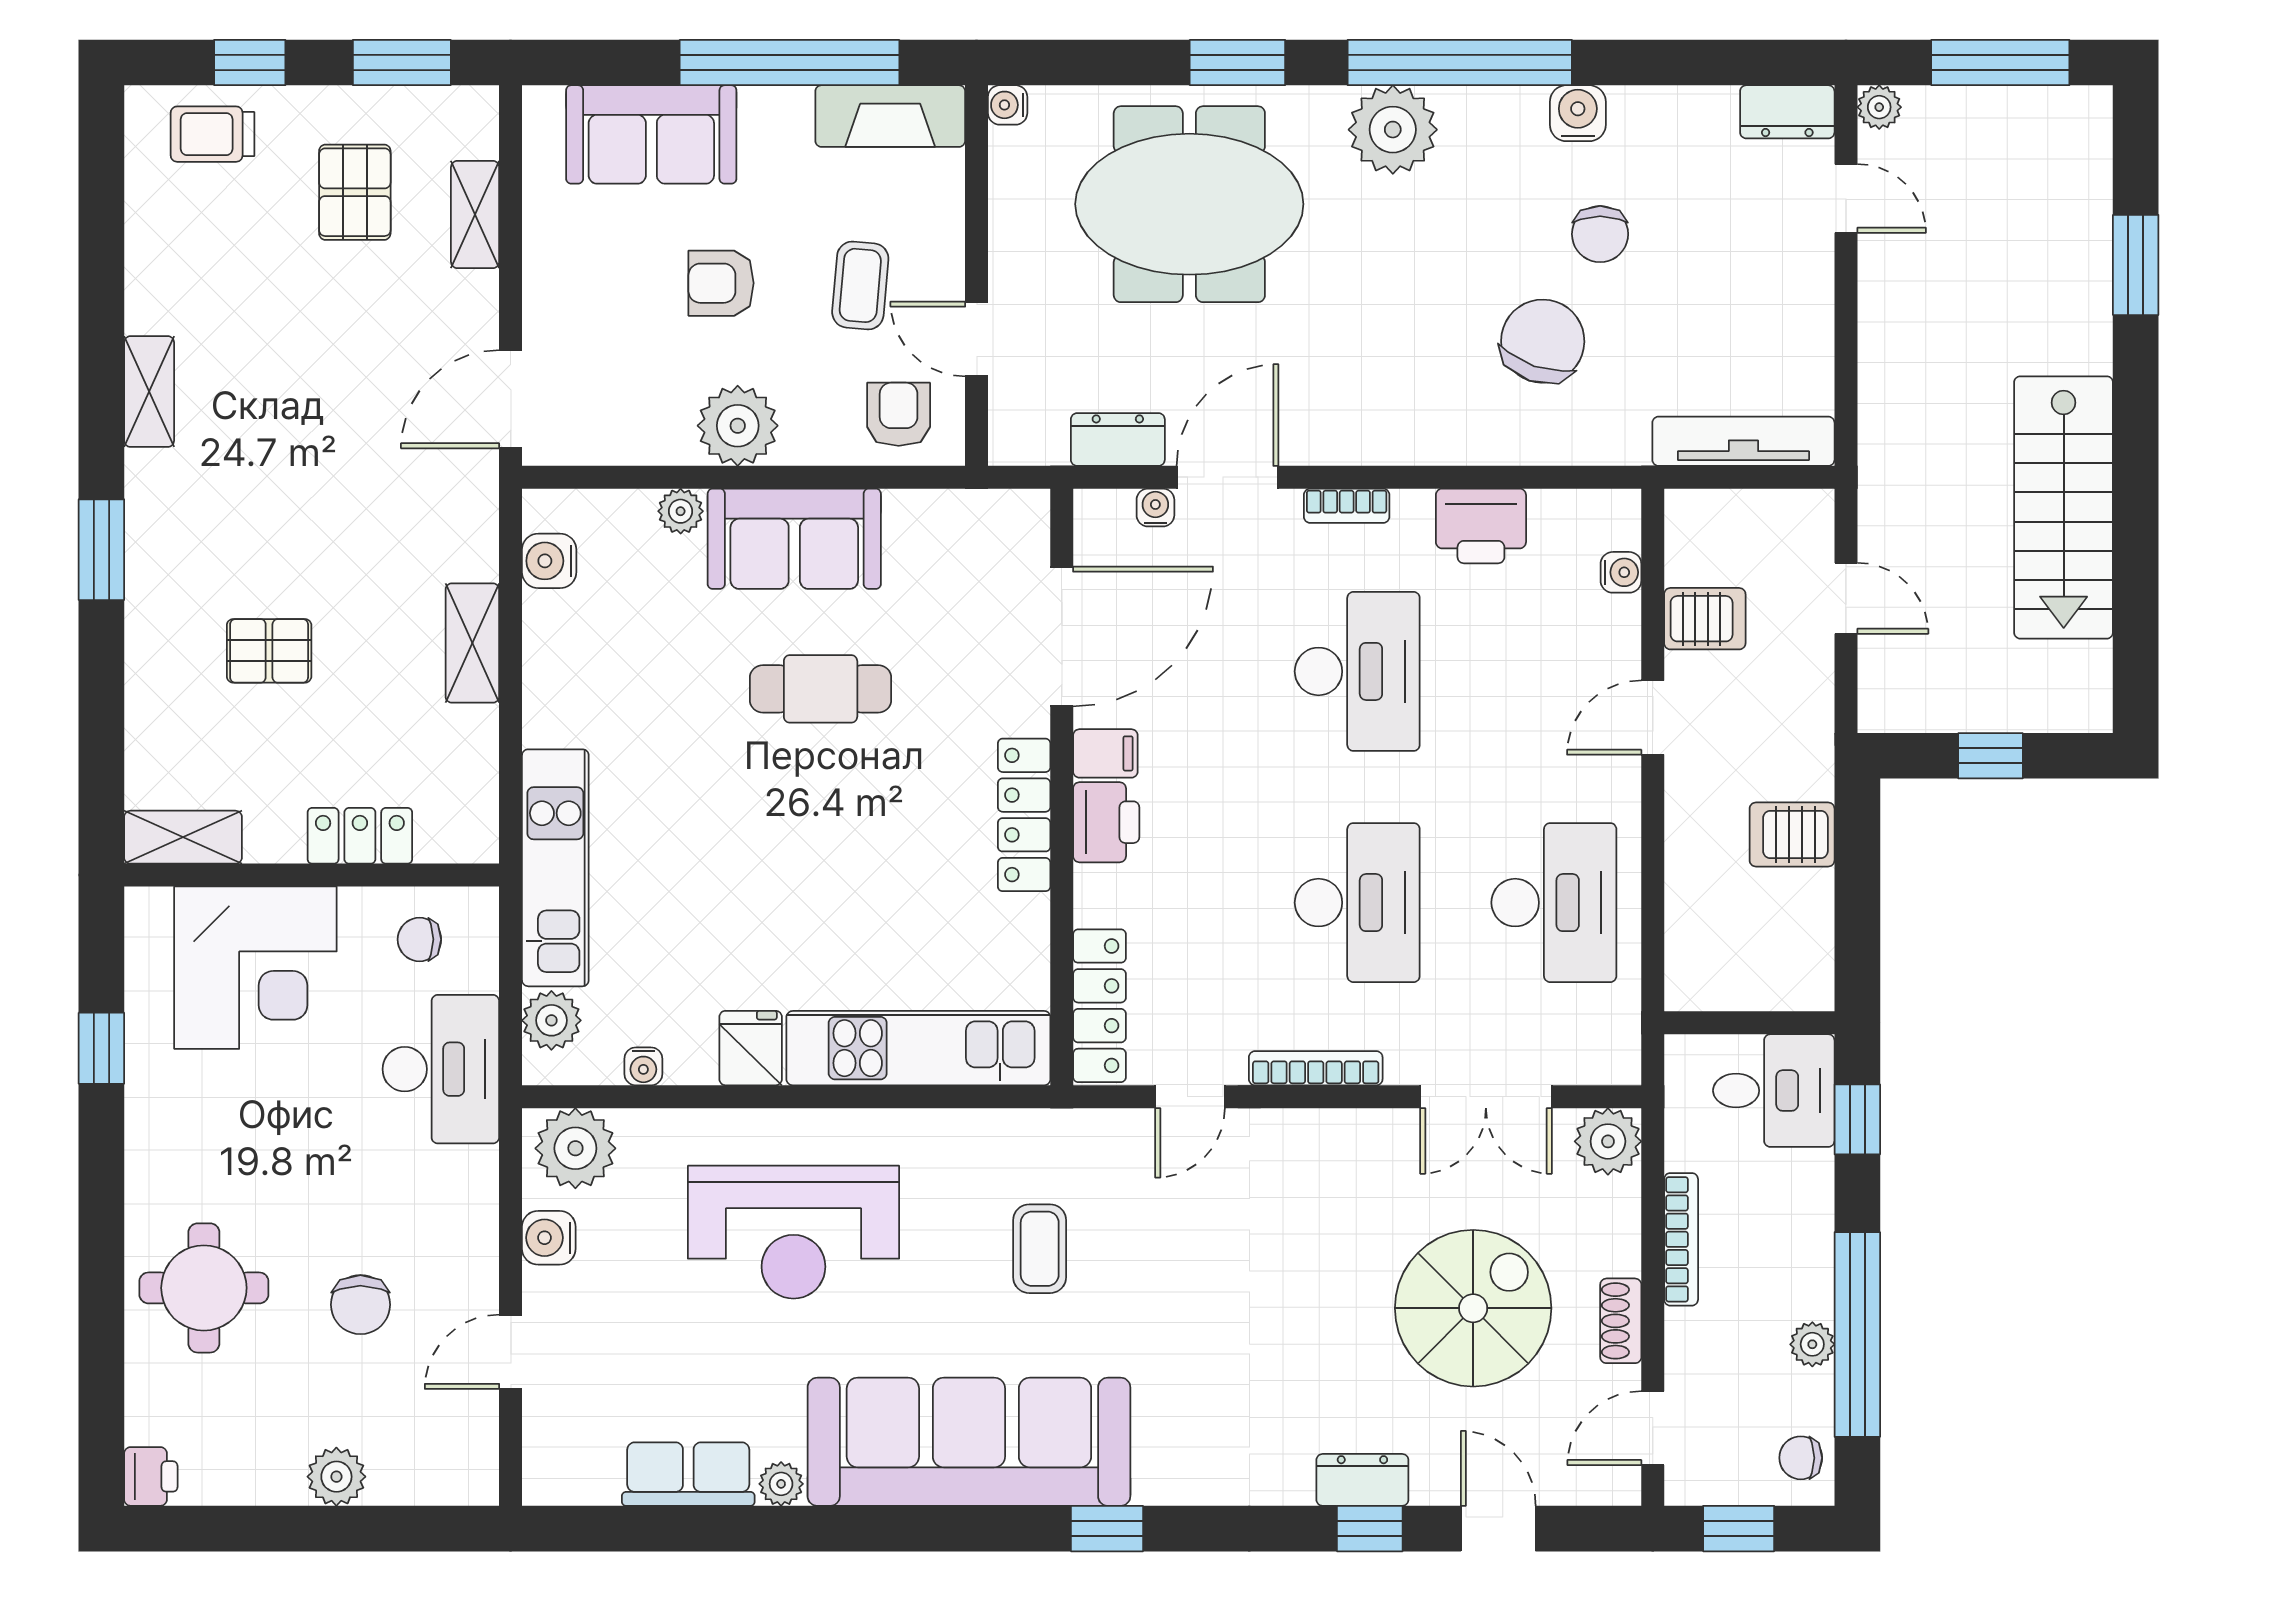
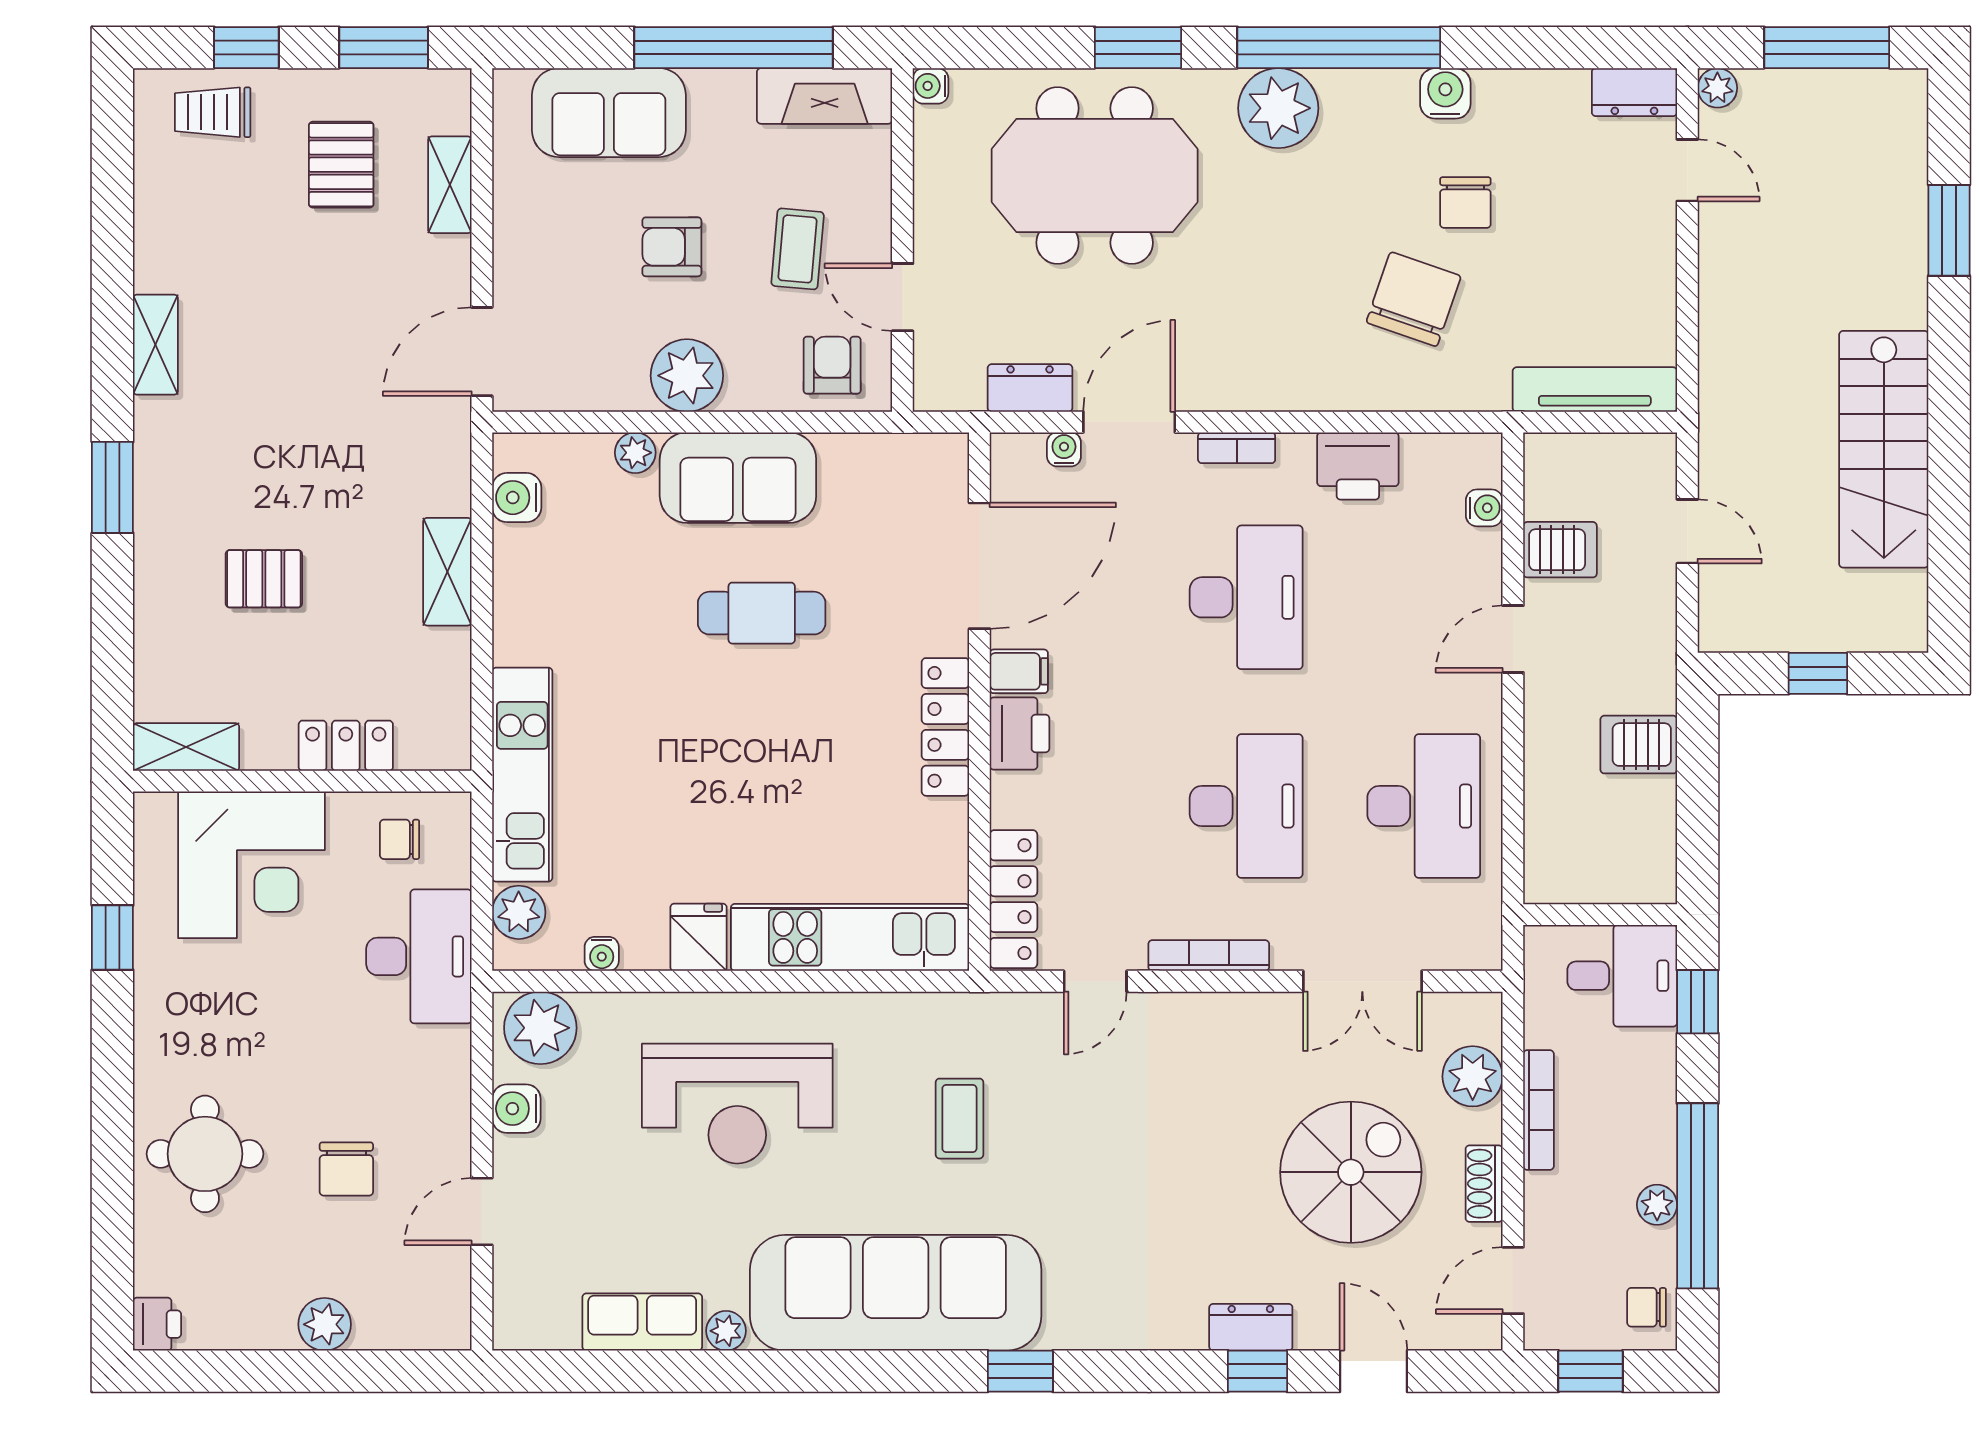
plant: (1608, 1141) -> (1473, 1076), moved

